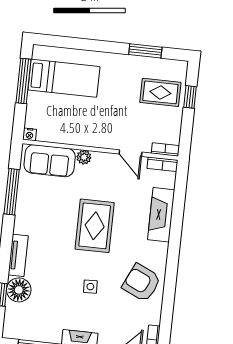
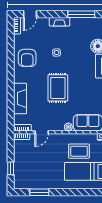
rug: (160, 92) -> (79, 151), moved
door: (130, 153) -> (42, 132), swing flipped
armchair: (142, 283) -> (27, 58), turned 65

